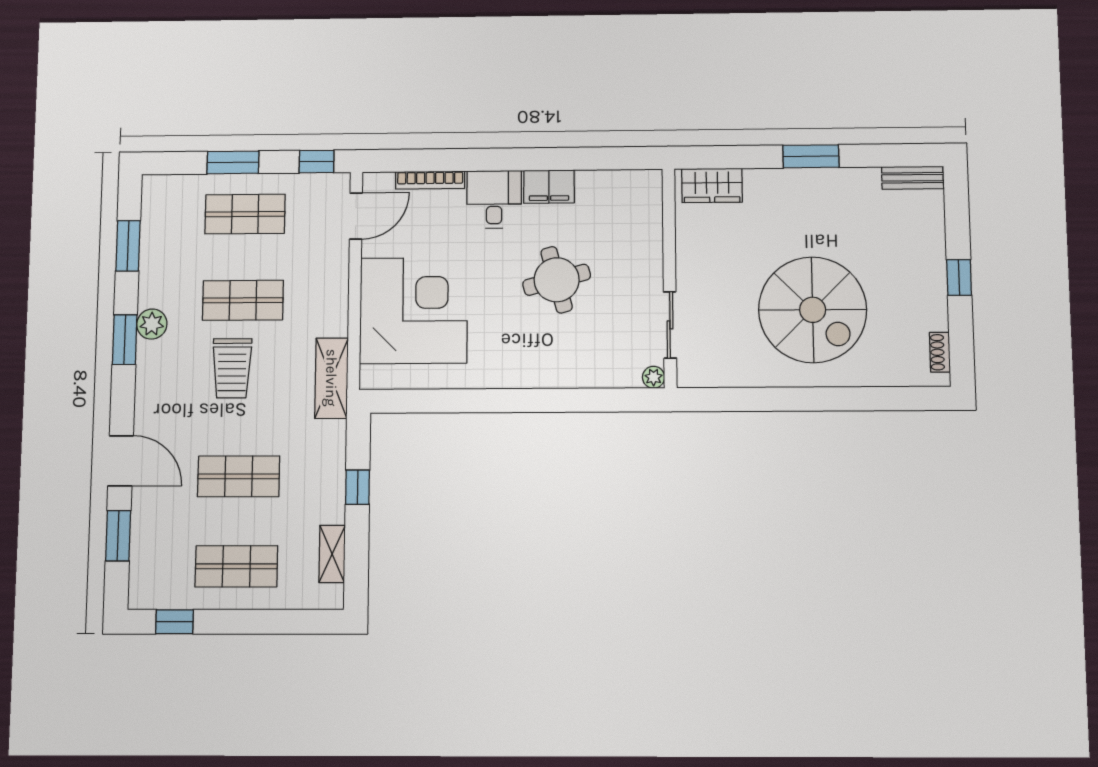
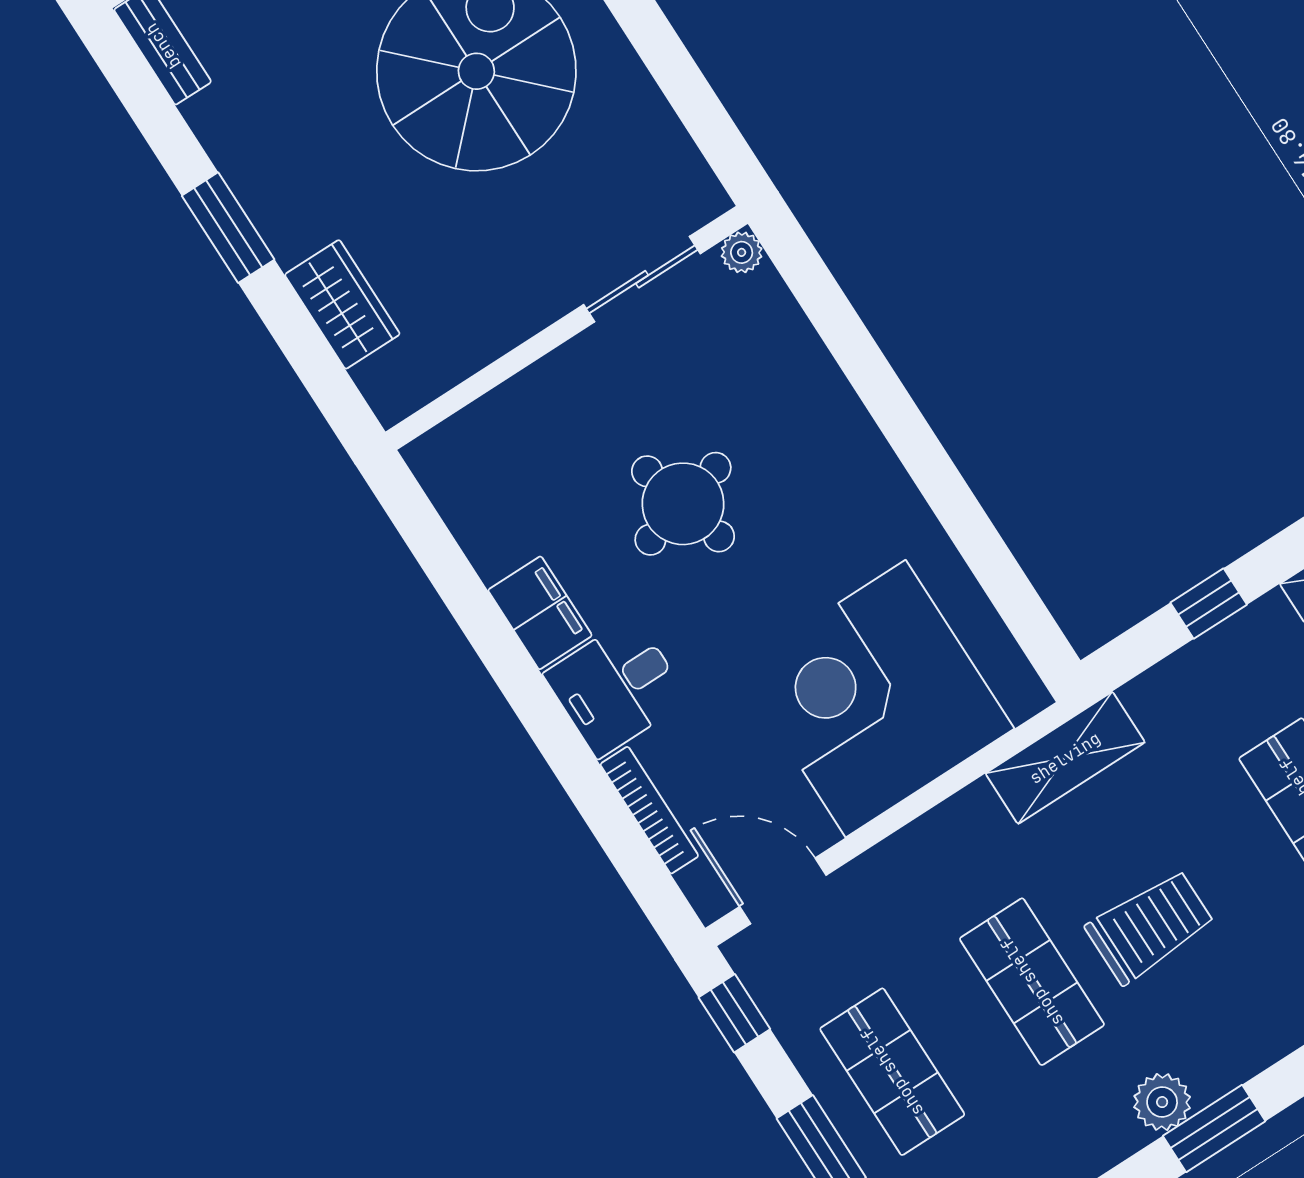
wardrobe: (712, 185) -> (342, 304), moved

